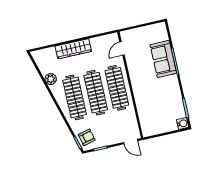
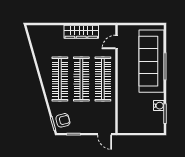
wardrobe: (73, 49) -> (81, 32), moved
sofa: (163, 59) -> (152, 61), width x1.85, depth x1.27
plant: (51, 79) -> (41, 56), removed
water cooler: (183, 123) -> (159, 106), moved

